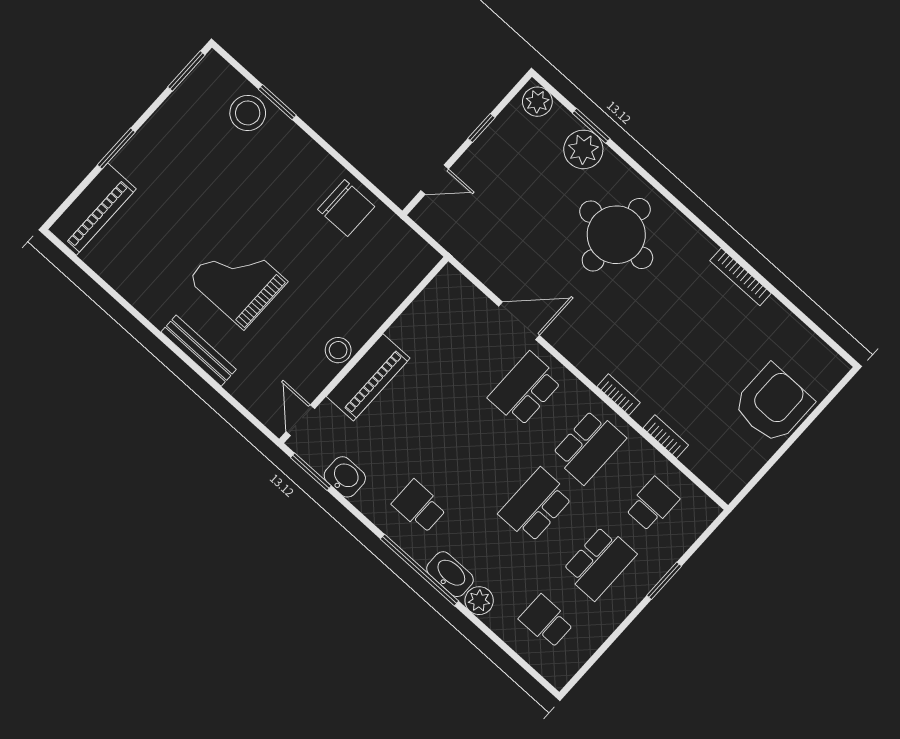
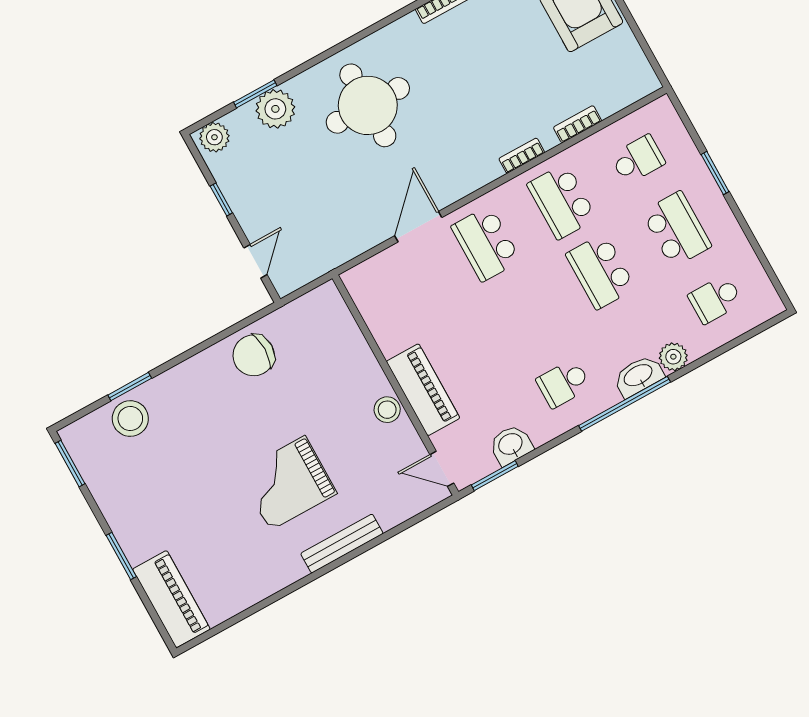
chair: (346, 208) -> (254, 355), turned 180
school desk: (589, 447) -> (562, 201), turned 180
school desk: (652, 504) -> (638, 159), turned 90

